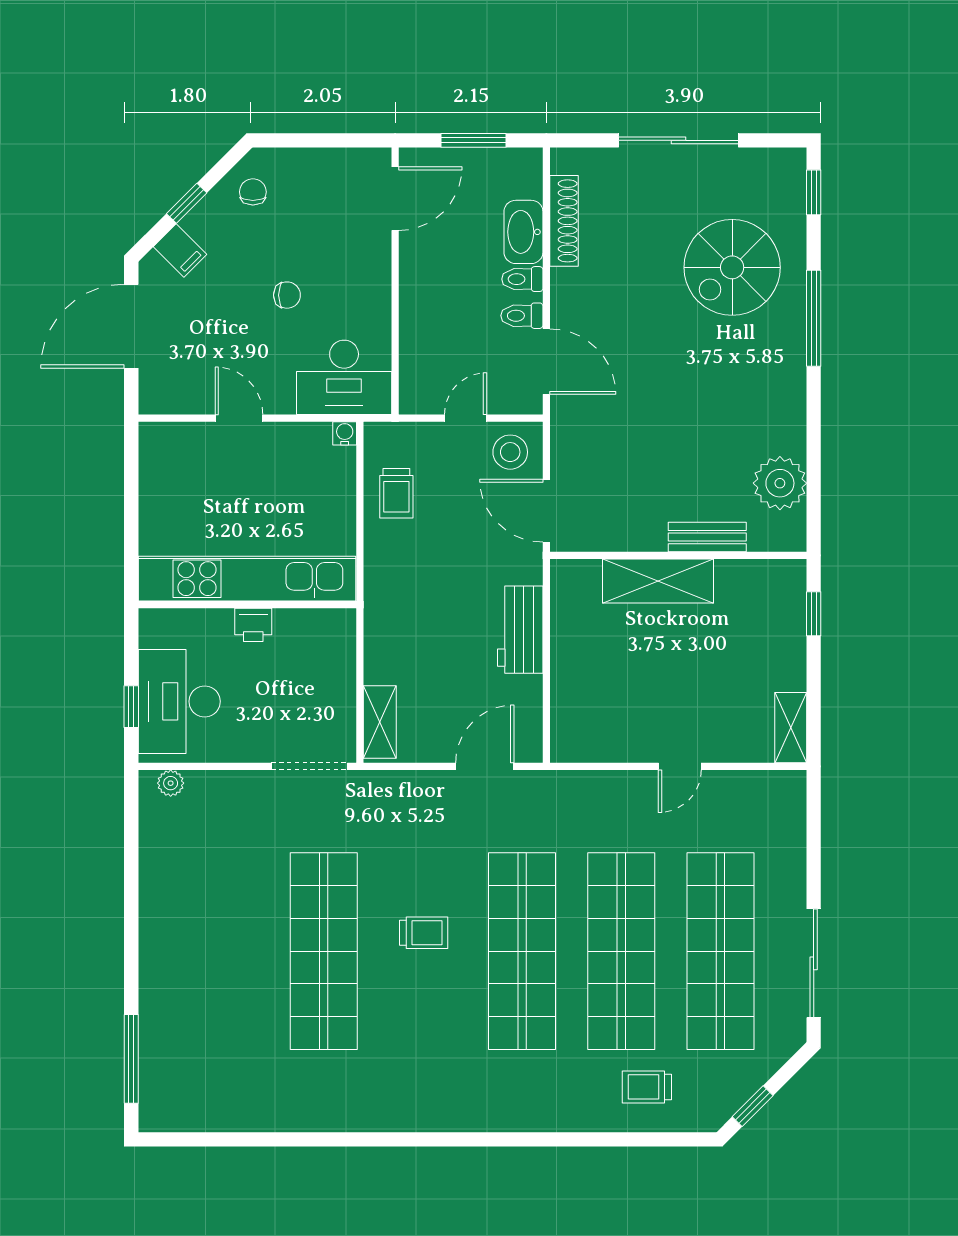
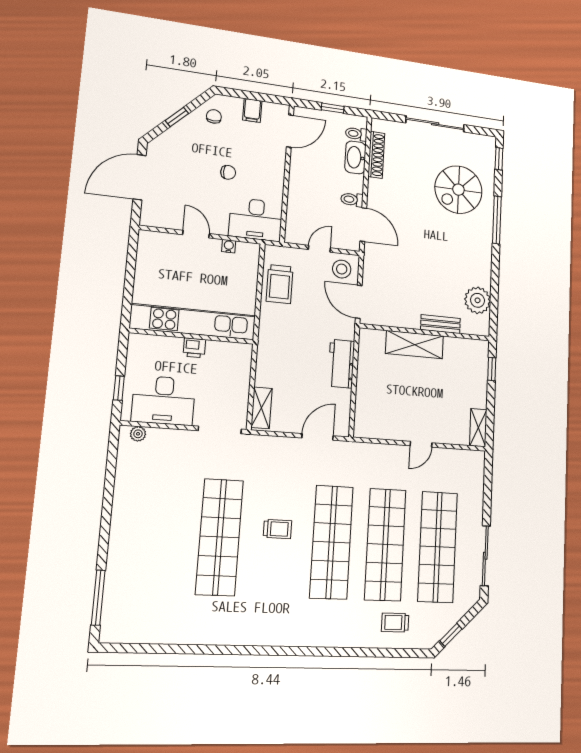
window: (474, 140) -> (333, 108), width x0.67
filing cabinet: (180, 251) -> (252, 110), moved, turned 45
toilet: (522, 279) -> (356, 134), moved
water cooler: (345, 433) -> (229, 246), moved
trolley: (396, 493) -> (280, 284), width x1.36, depth x1.39
desk: (179, 701) -> (164, 400), moved, turned -90

